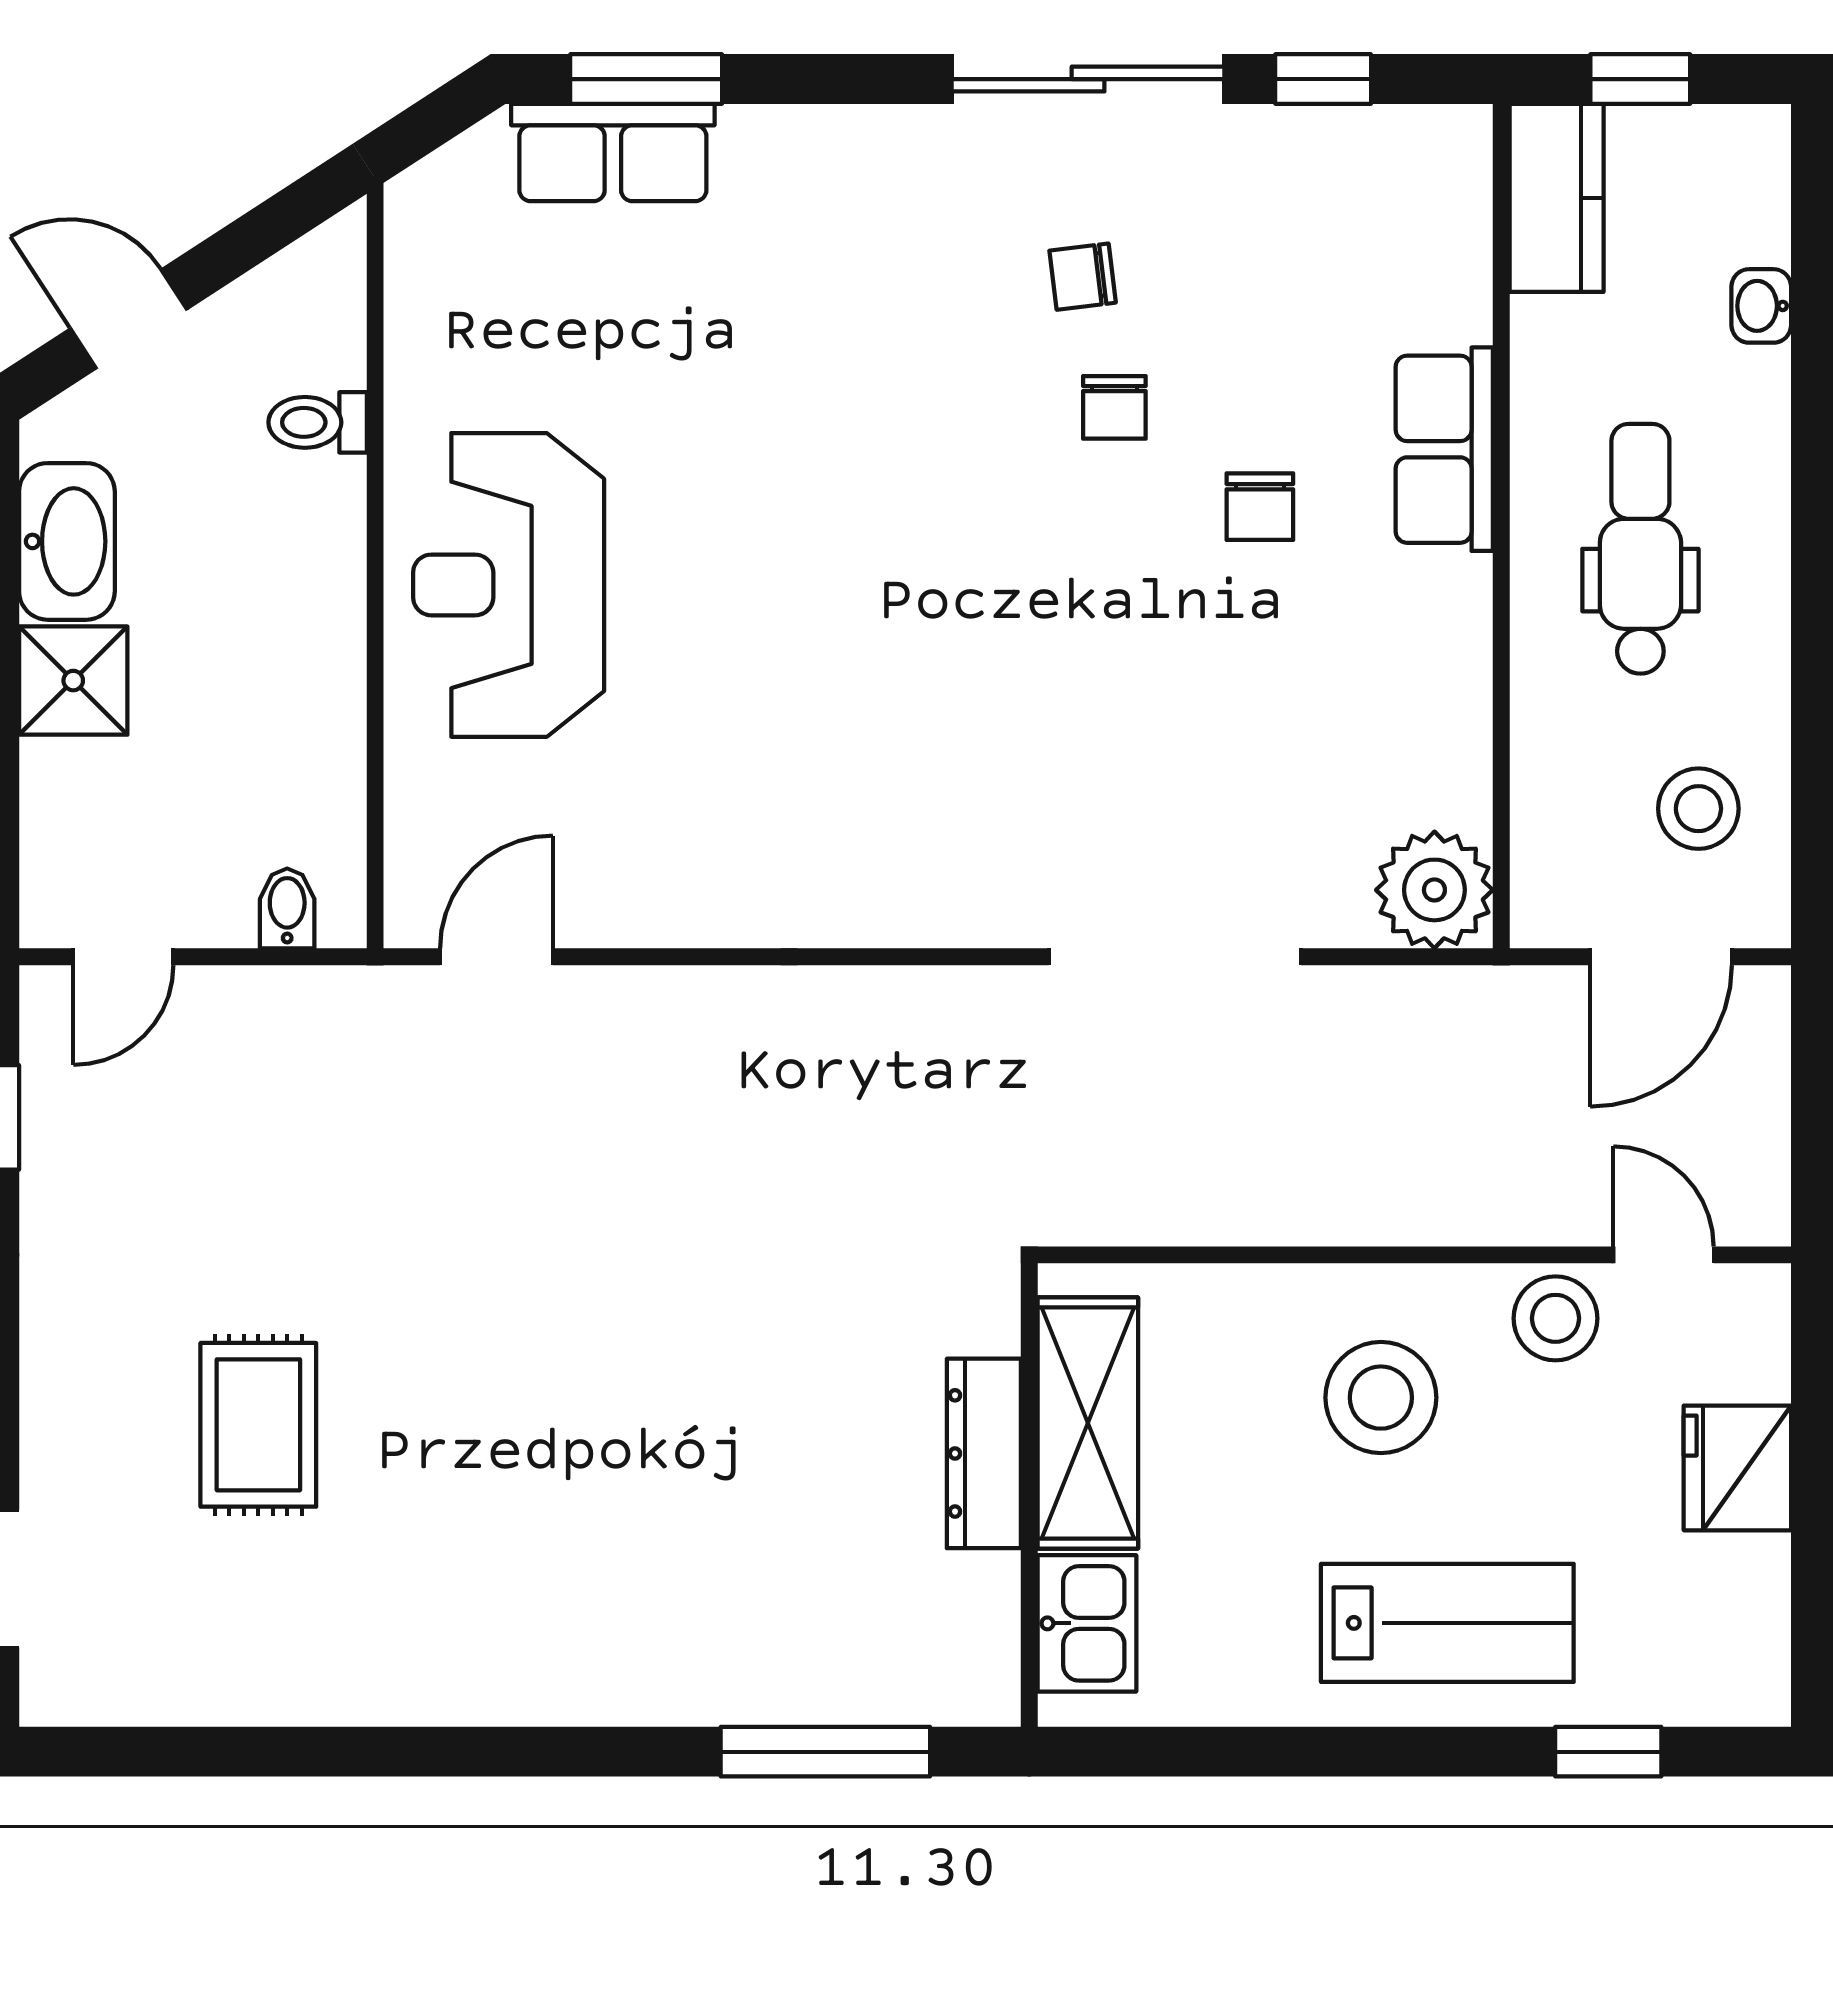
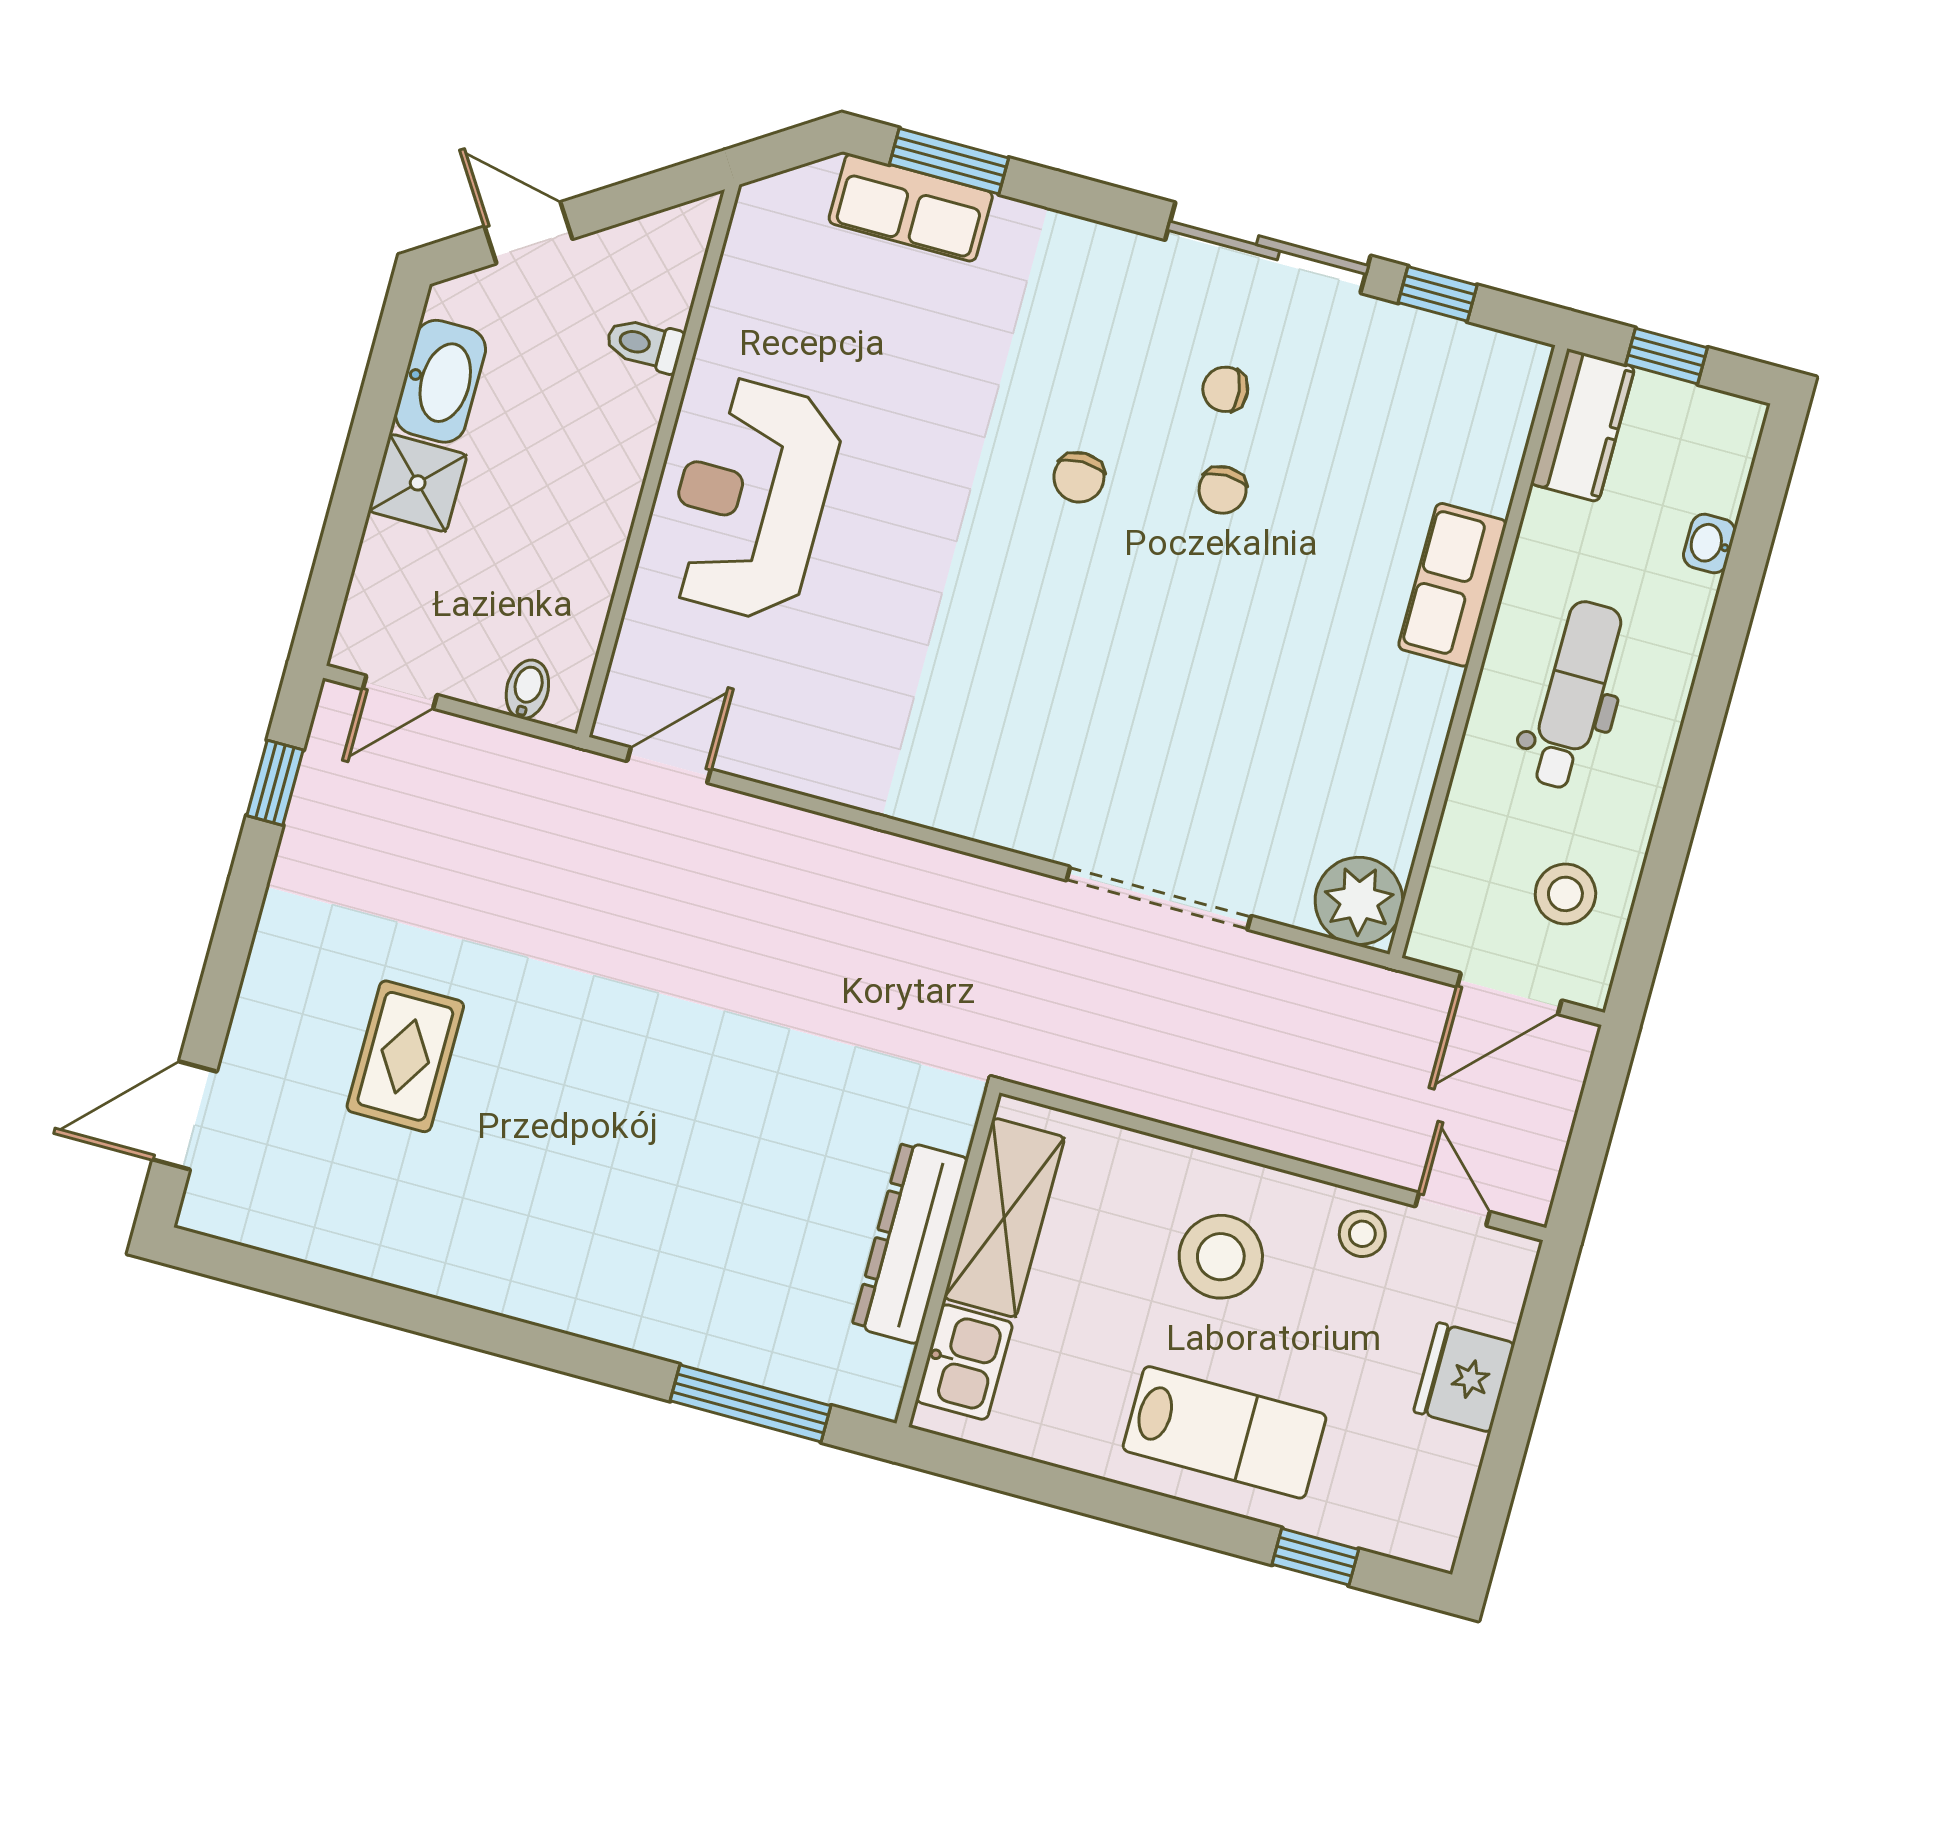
chair: (1260, 507) -> (1079, 477), moved
stool: (1556, 1318) -> (1362, 1234), width x0.73, depth x0.73
dresser: (984, 1453) -> (910, 1242), width x1.37, depth x1.24

